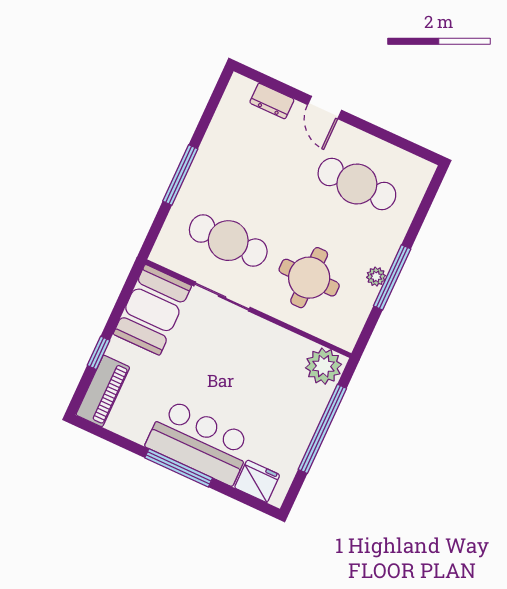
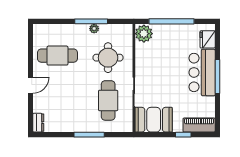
dresser: (272, 101) -> (38, 123), moved
cafe table: (357, 184) -> (57, 56), turned 90

